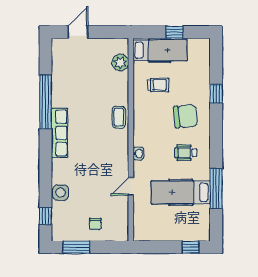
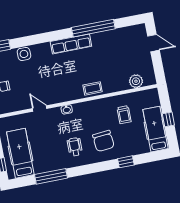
hospital bed: (160, 50) -> (155, 129), moved, turned 180
hospital bed: (181, 192) -> (20, 153), moved

